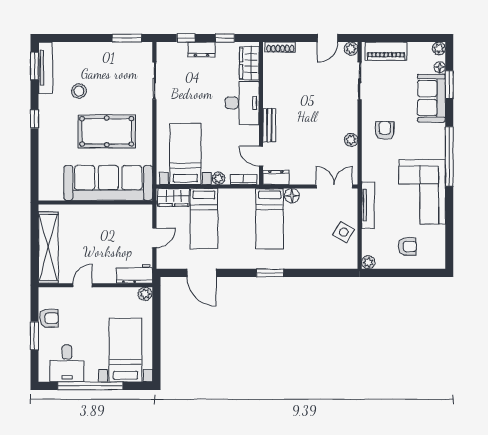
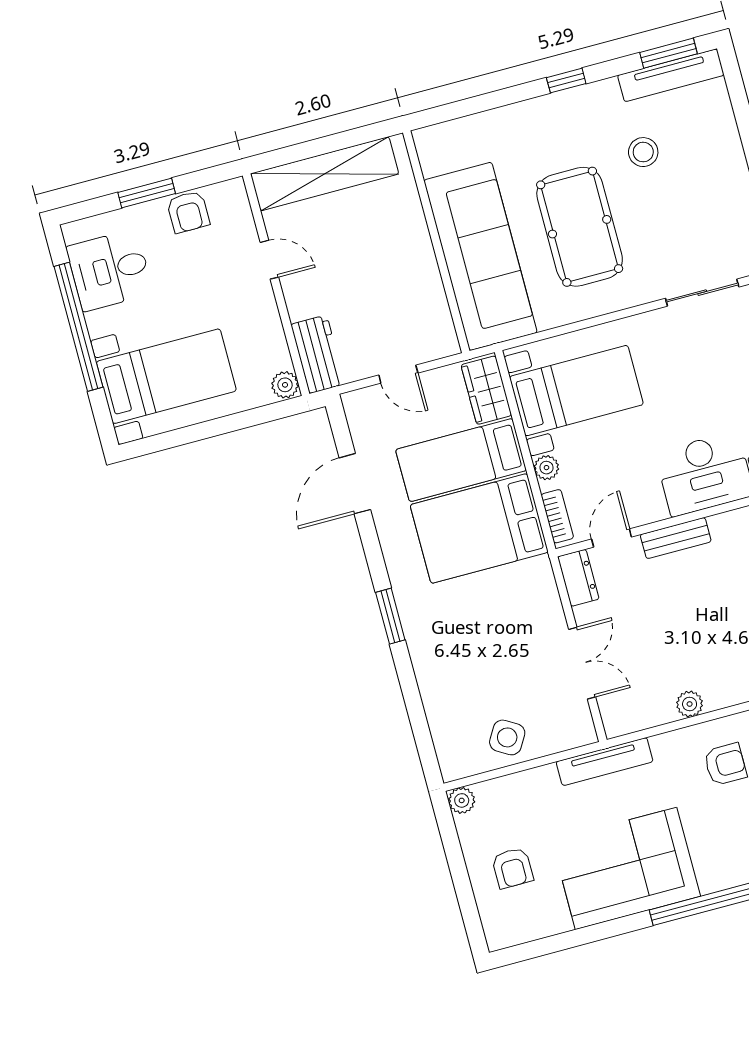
double door: (334, 186) -> (582, 663), moved
floor lamp: (292, 196) -> (551, 618), removed
tv unit: (368, 205) -> (605, 762), moved
bed: (270, 219) -> (479, 528), moved, width x1.50

